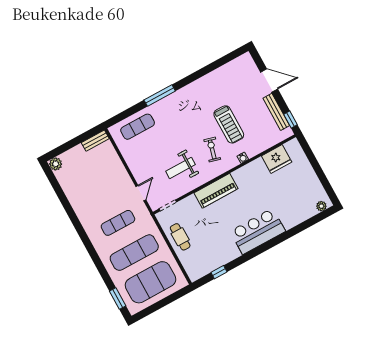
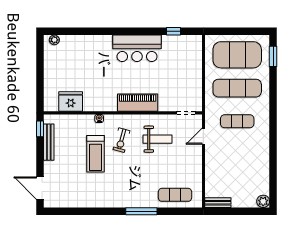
door: (269, 81) -> (40, 188), moved
treadmill: (229, 124) -> (95, 154), turned 180
bar counter: (258, 231) -> (137, 48), moved
cafe table: (180, 237) -> (190, 80), removed

